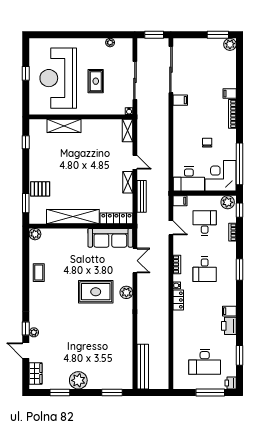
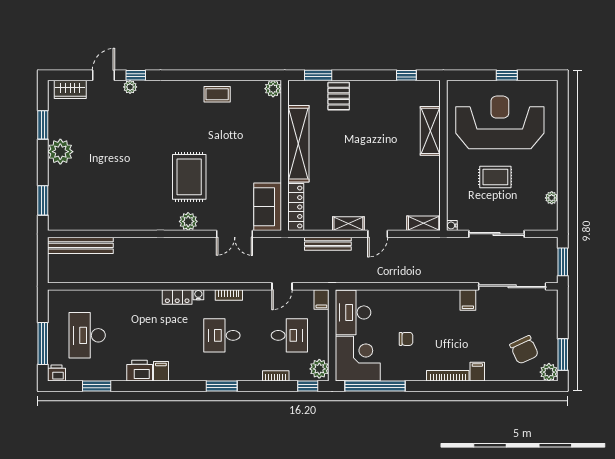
chair: (215, 61) -> (524, 350), added
sofa: (110, 238) -> (268, 207), width x0.73

